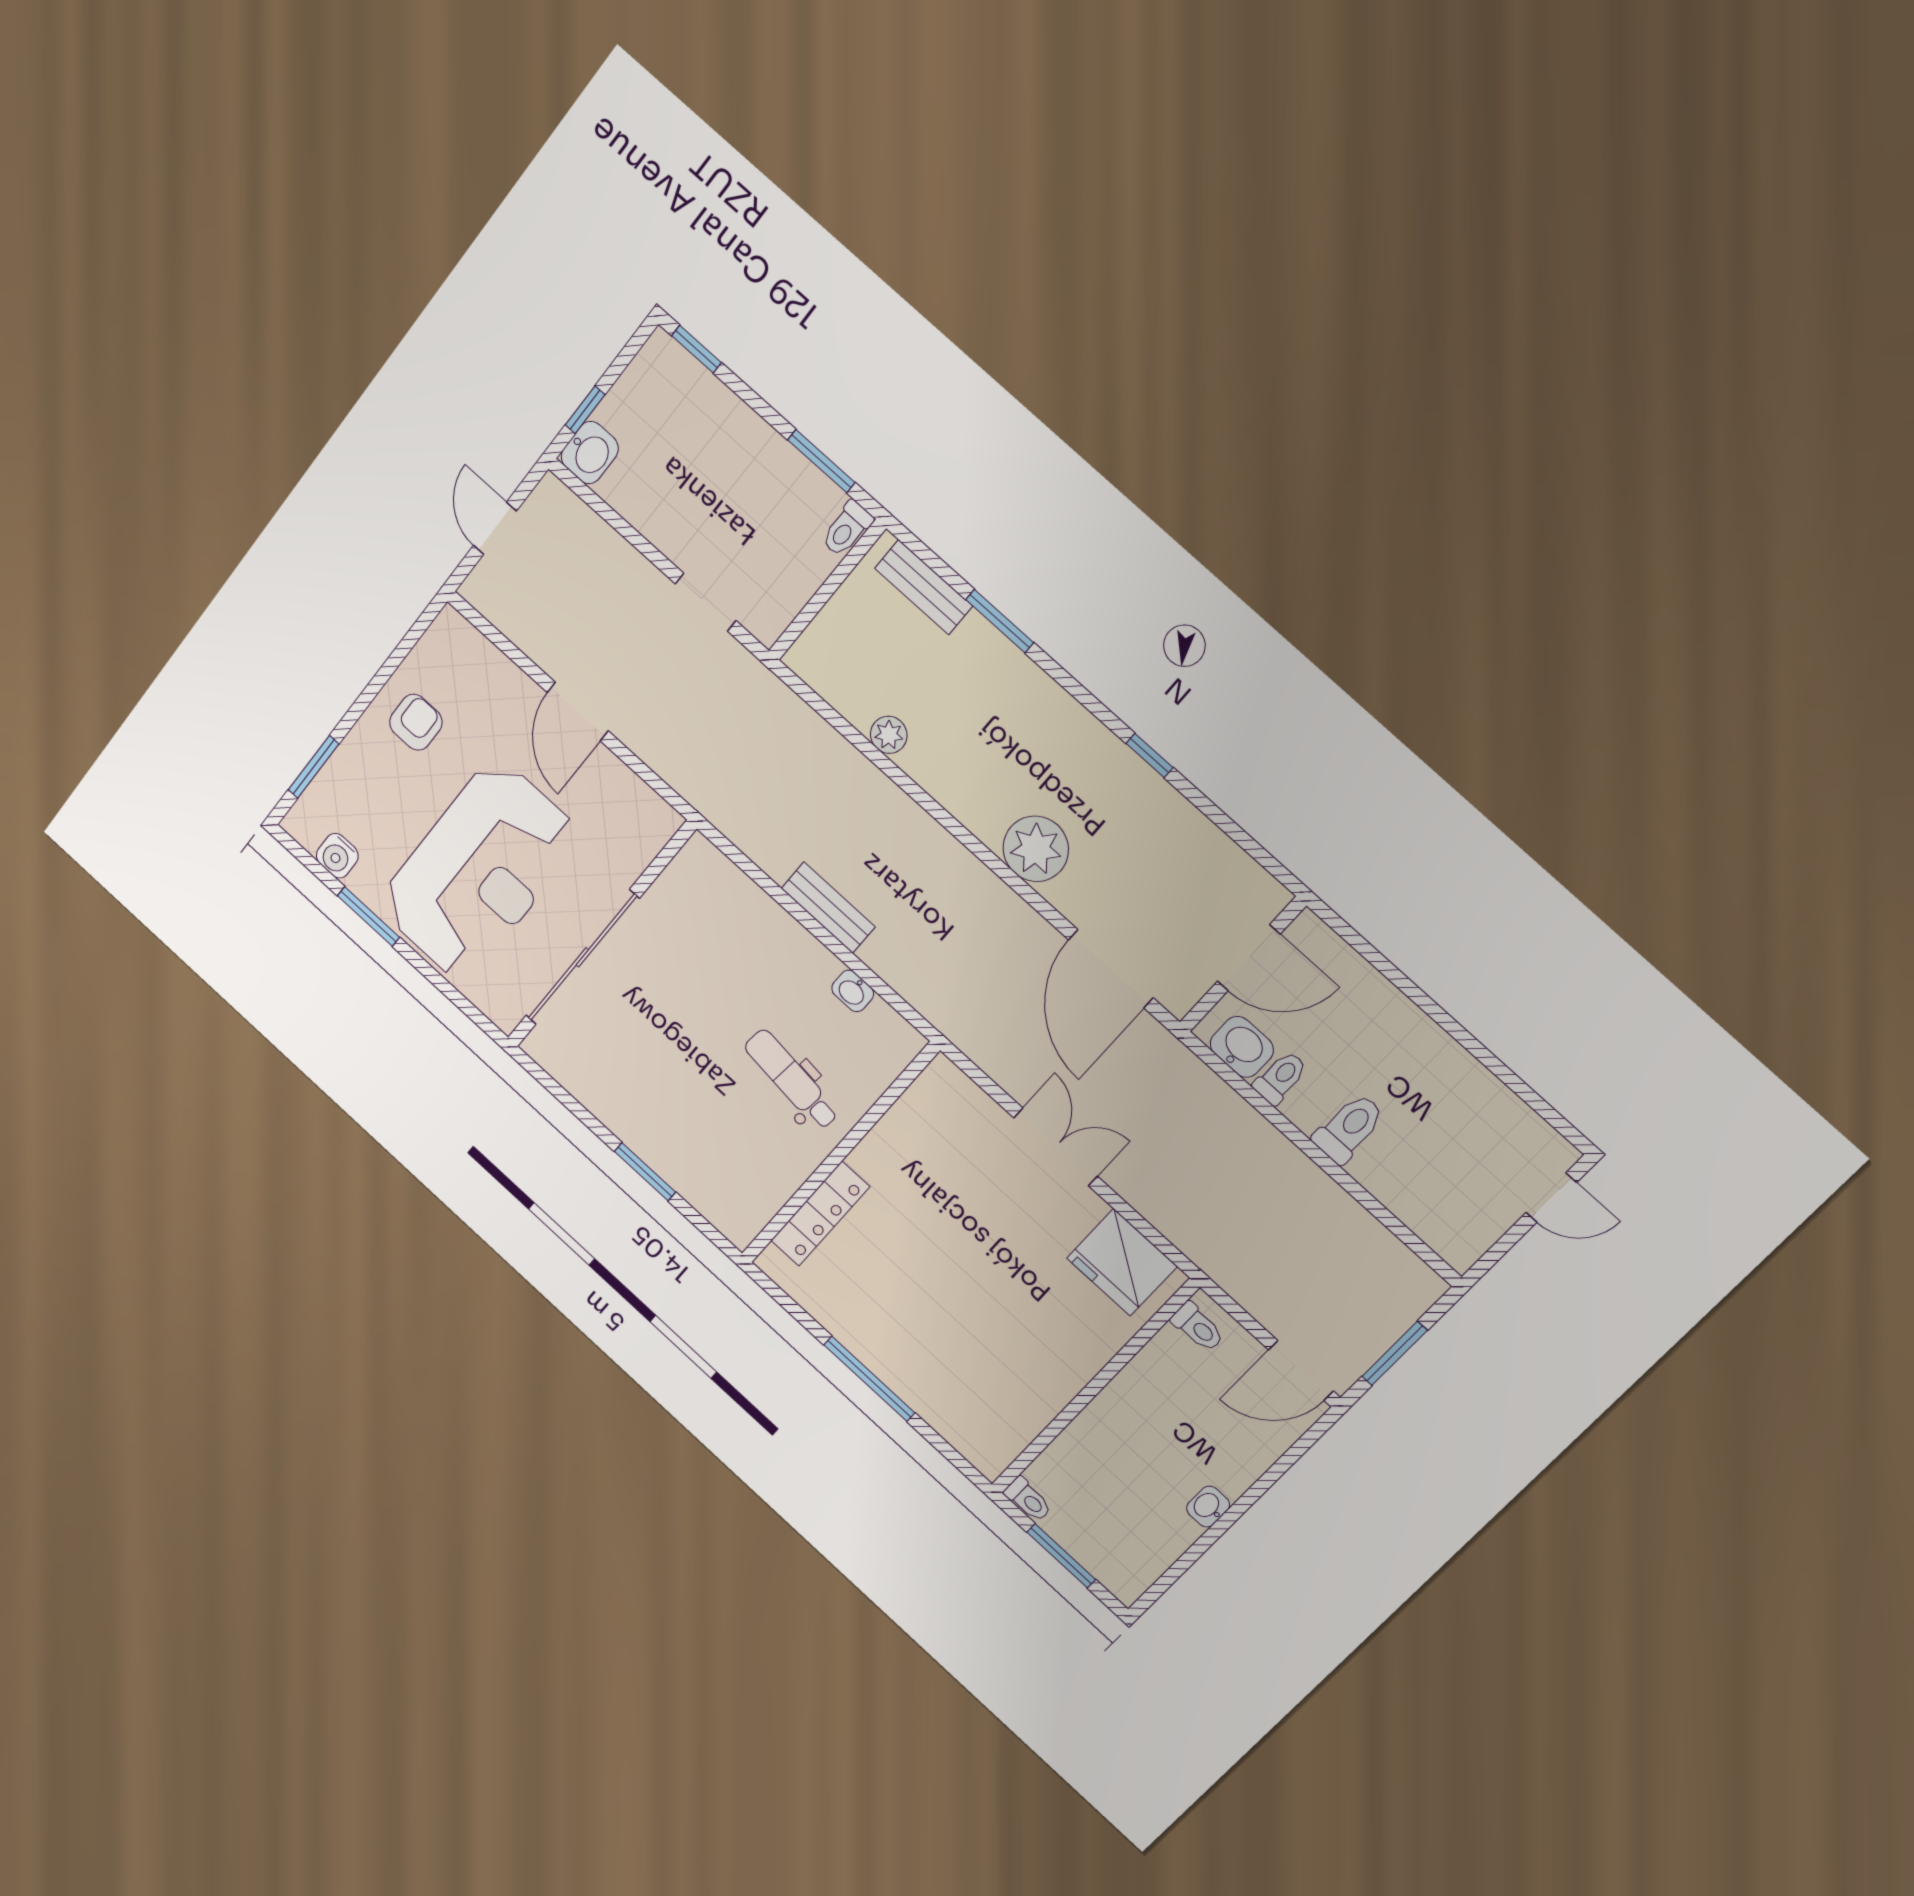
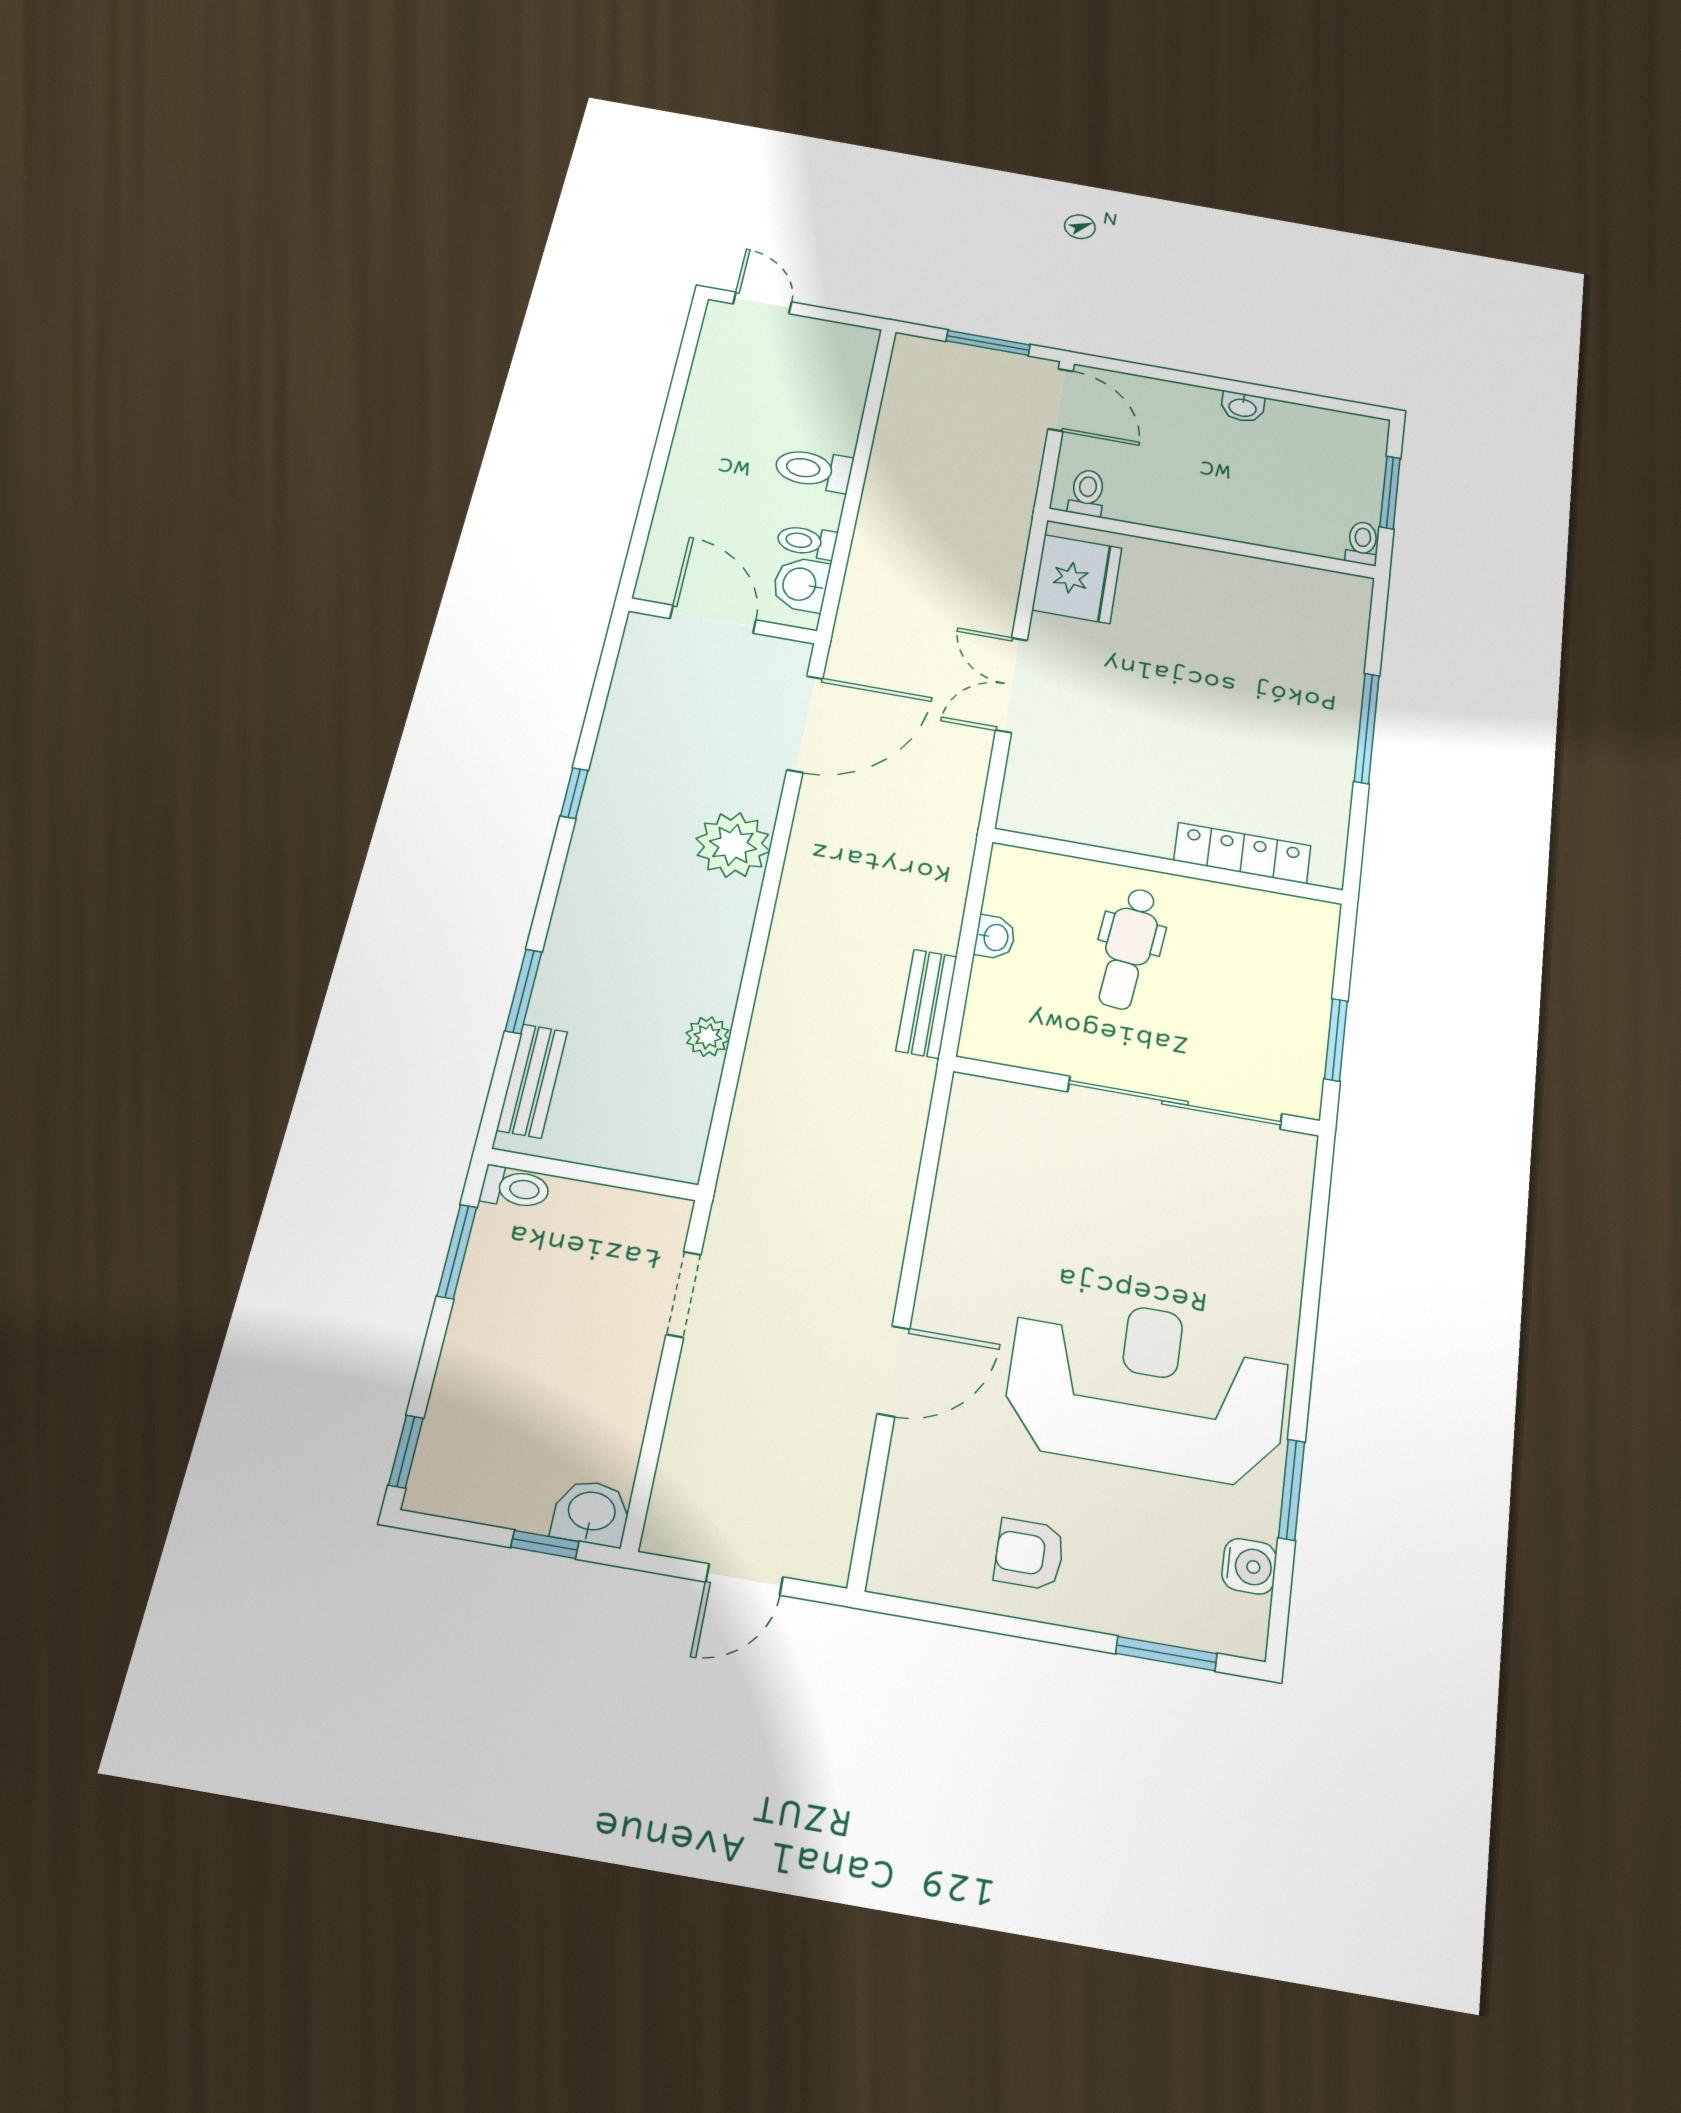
wall: (601, 935) -> (1137, 1096), moved
sliding door: (582, 957) -> (1175, 1103), moved

